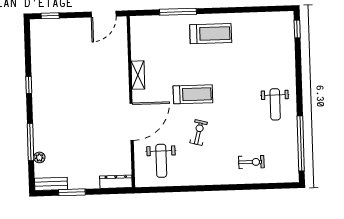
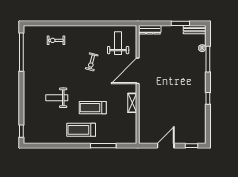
door: (104, 14) -> (166, 146), moved
treadmill: (193, 94) -> (93, 108), moved
weight bench: (275, 104) -> (57, 98), moved, turned -90

